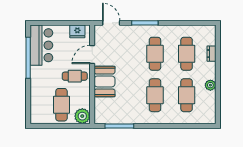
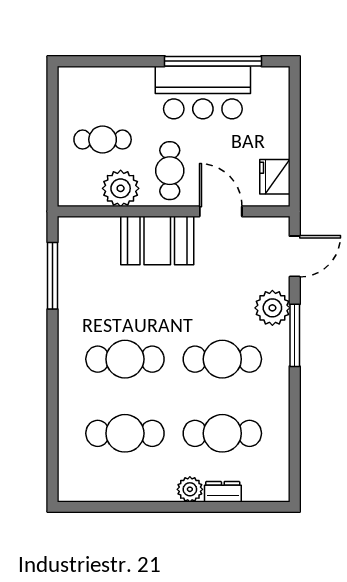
plant: (133, 32) -> (272, 308), added
bar counter: (41, 45) -> (203, 92), moved
plant: (210, 85) -> (190, 489), moved
cafe table: (61, 105) -> (103, 140), width x0.73, depth x0.74
plant: (82, 116) -> (121, 188), moved

